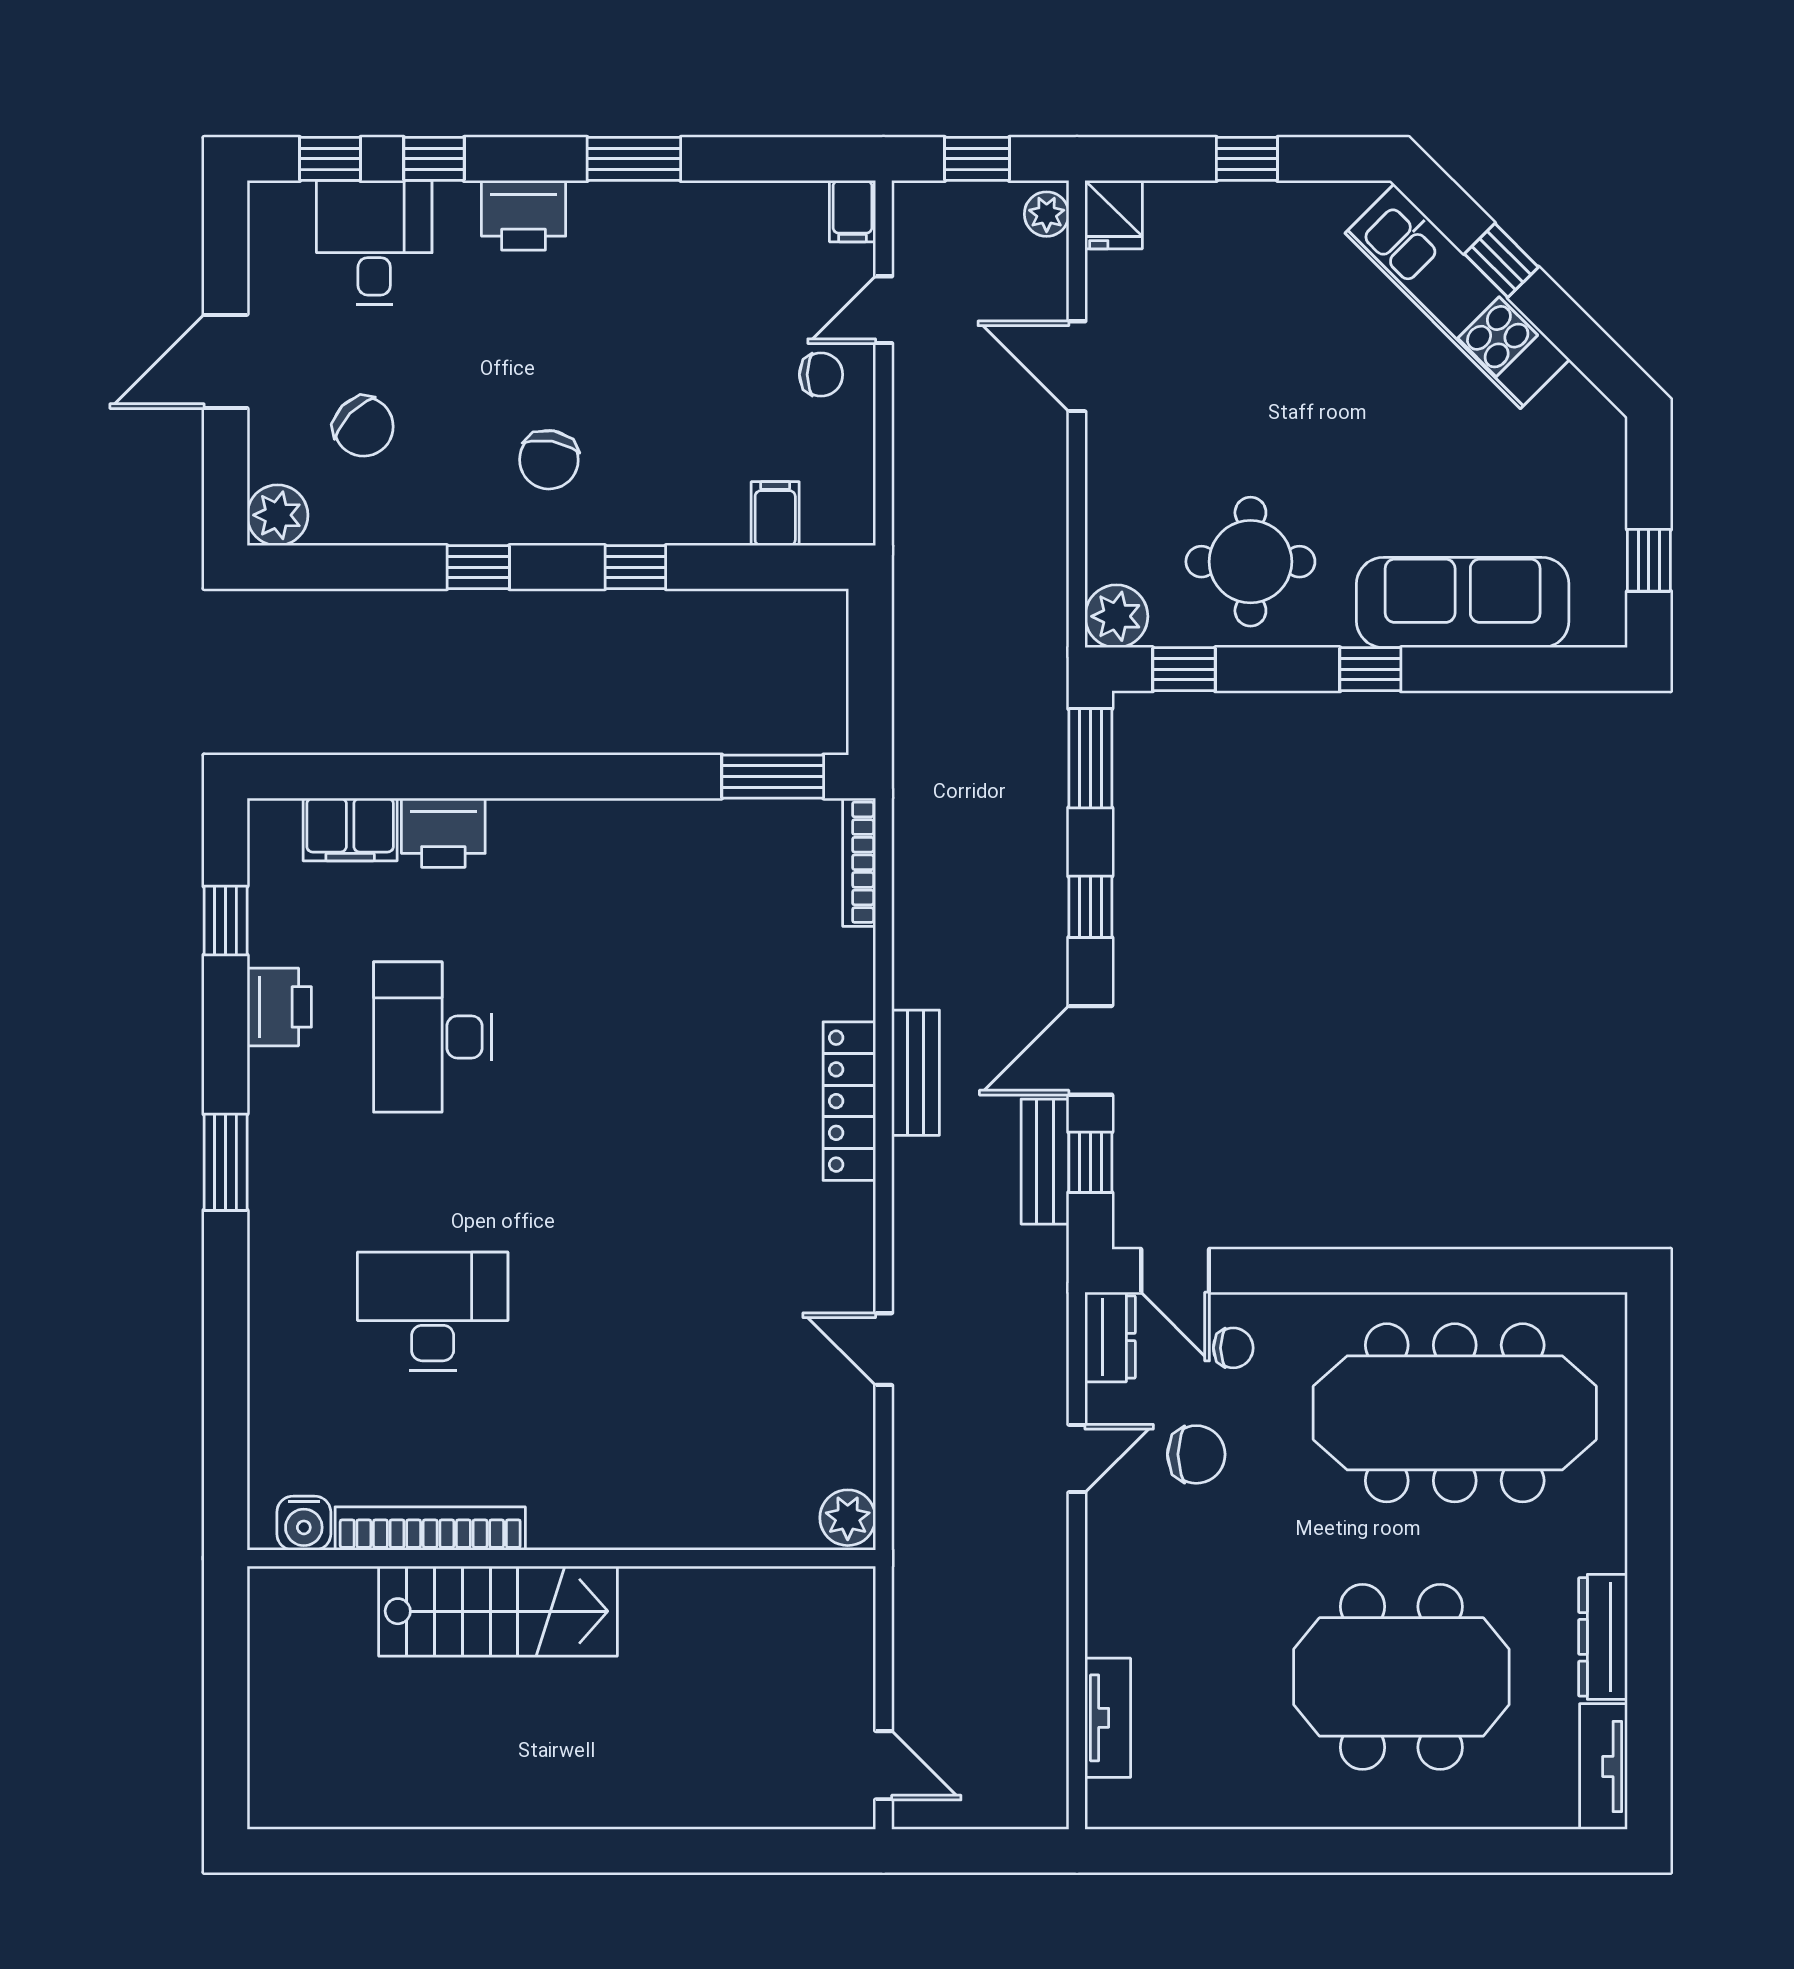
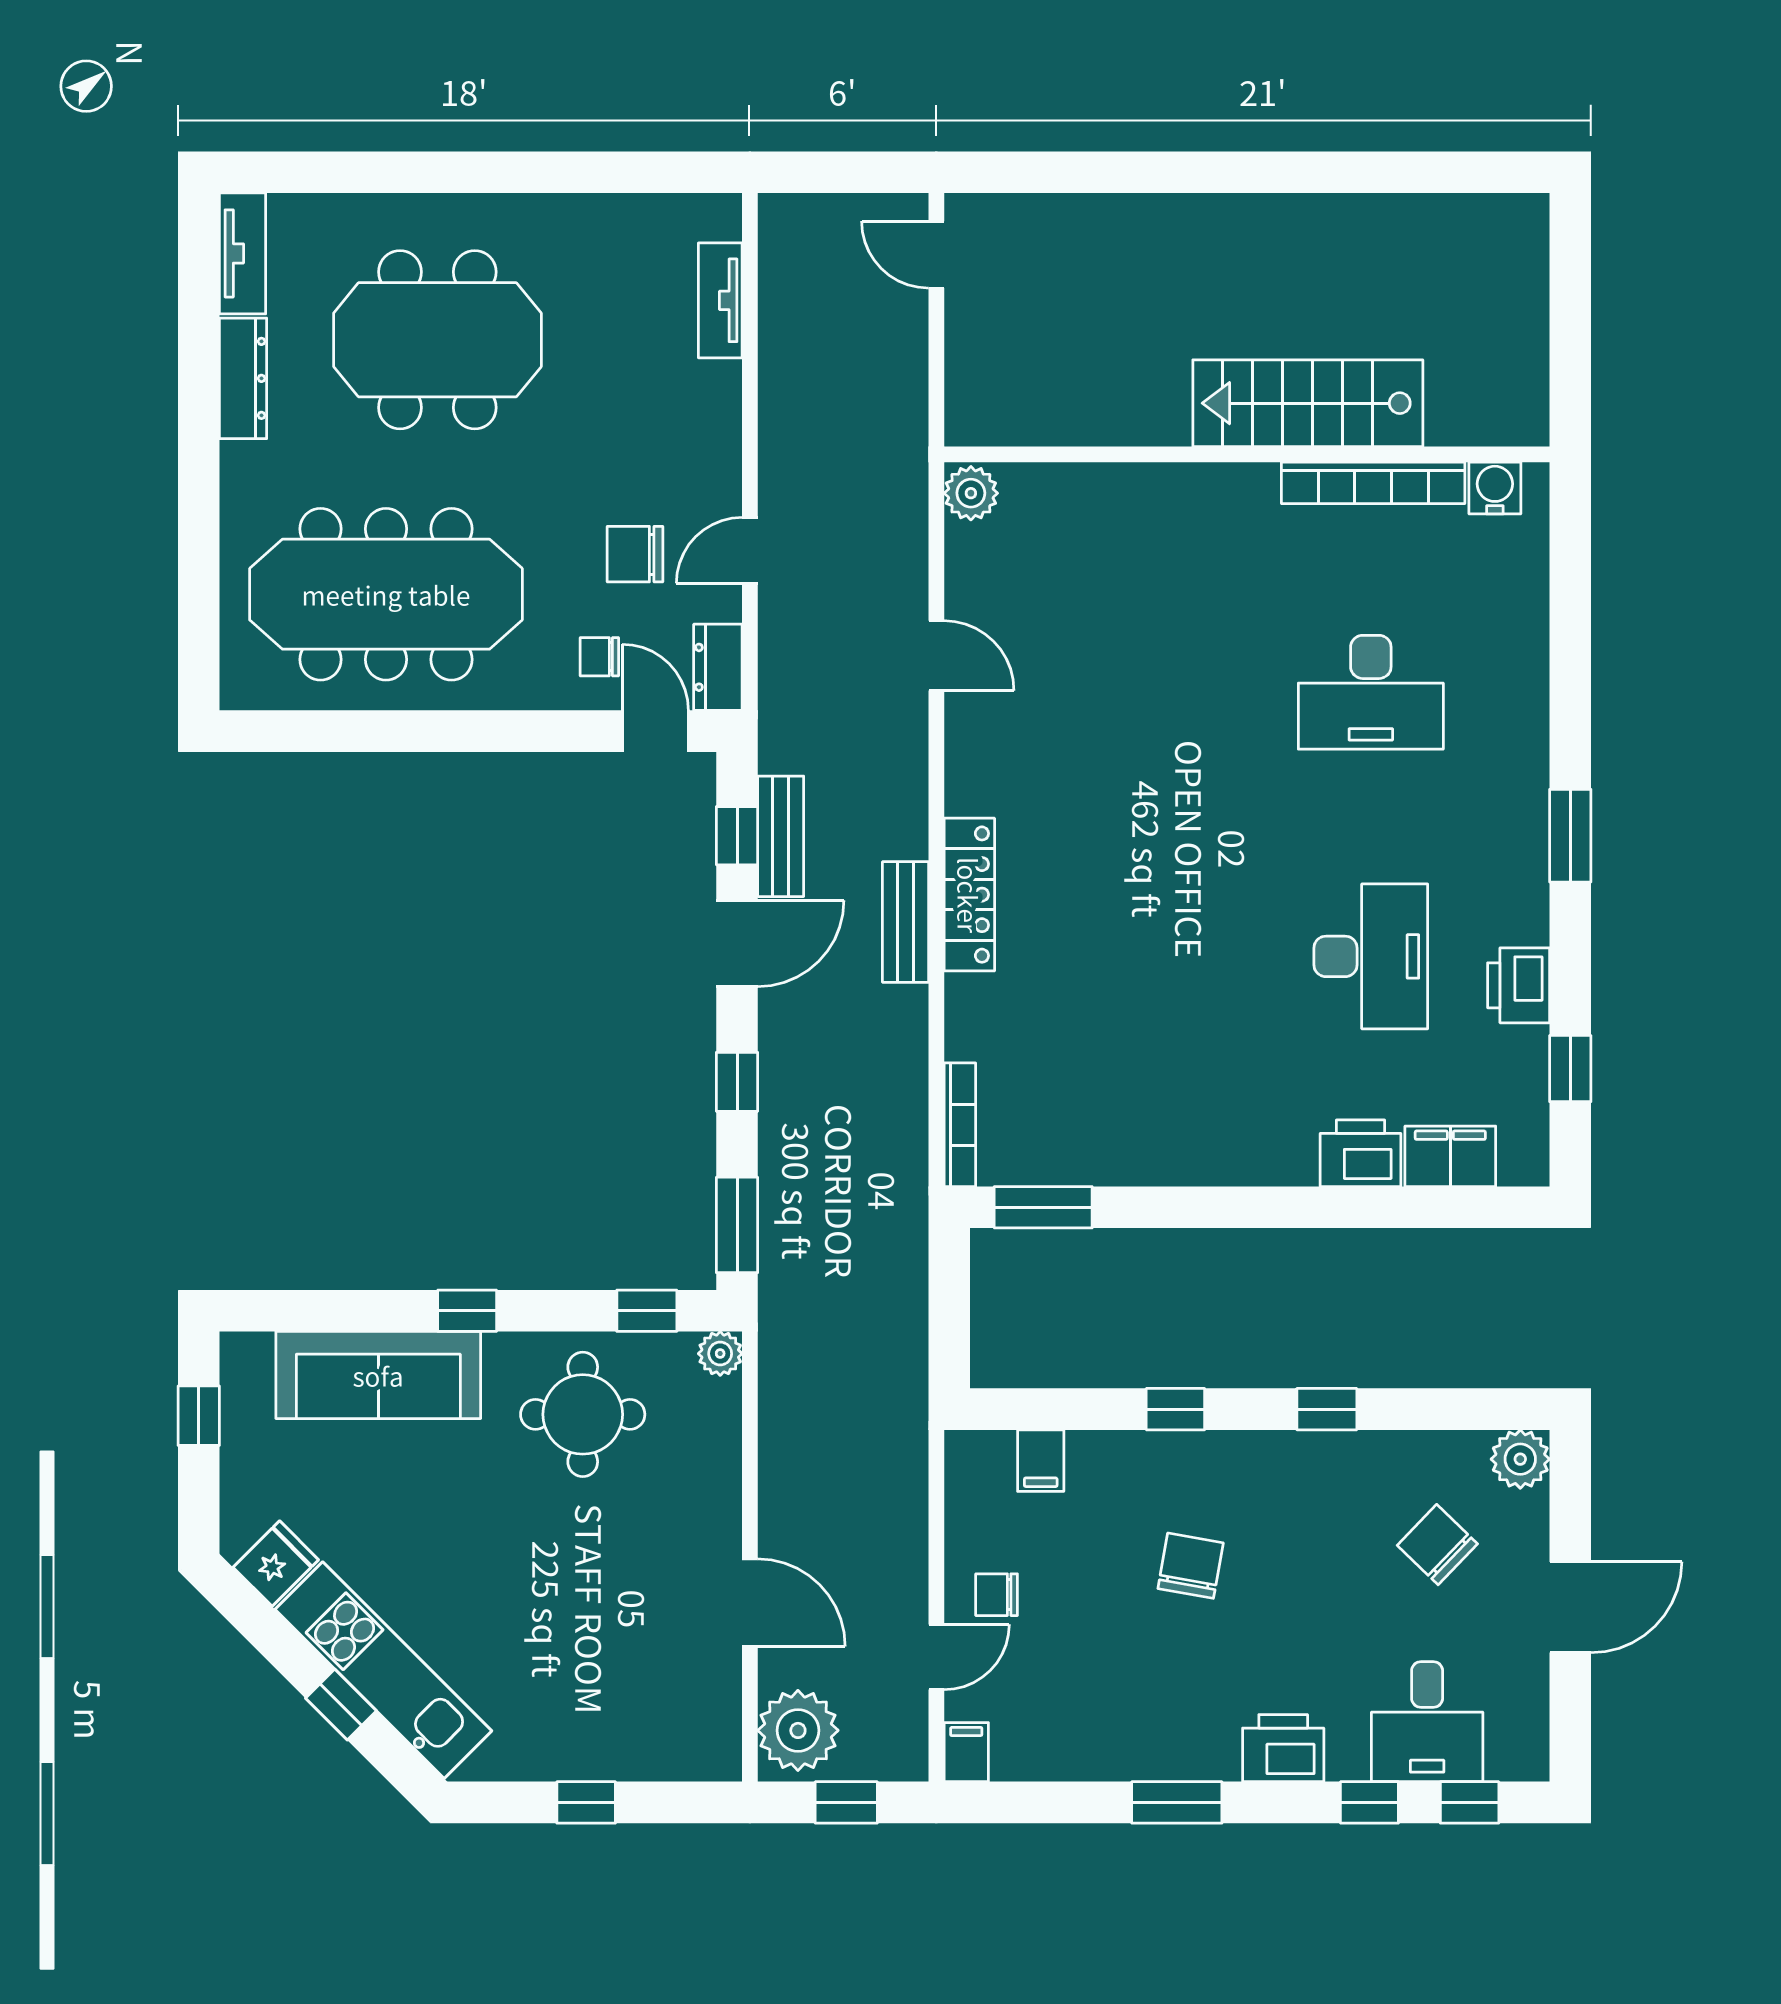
plant: (1047, 214) -> (798, 1730), width x1.87, depth x1.87
fridge: (1114, 215) -> (276, 1564), moved, turned 45
chair: (549, 460) -> (1191, 1566), moved
plant: (1116, 616) -> (720, 1354), width x0.73, depth x0.73

